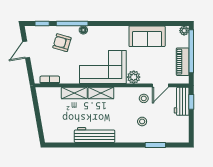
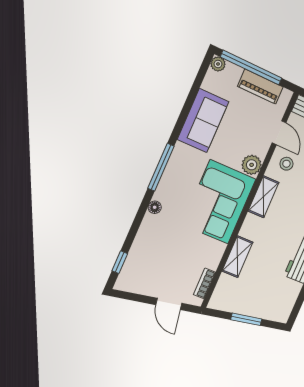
window: (72, 23) -> (161, 167), moved
armchair: (62, 43) -> (160, 245), removed
door: (26, 50) -> (169, 304), moved
shelving: (101, 93) -> (263, 197), moved
window: (38, 116) -> (246, 319), added

